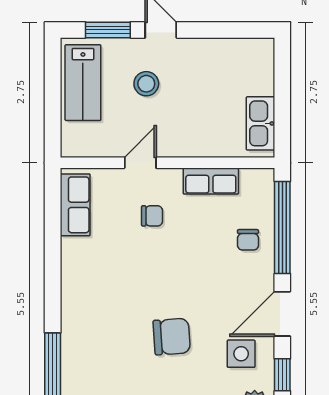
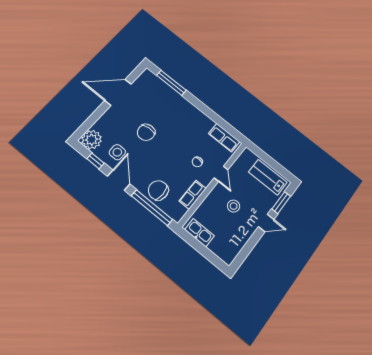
stool: (146, 84) -> (234, 206), moved
chair: (248, 240) -> (158, 190), width x1.87, depth x1.87

